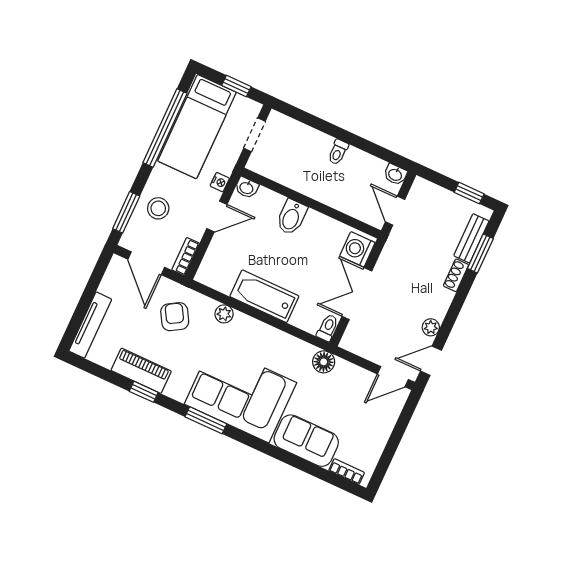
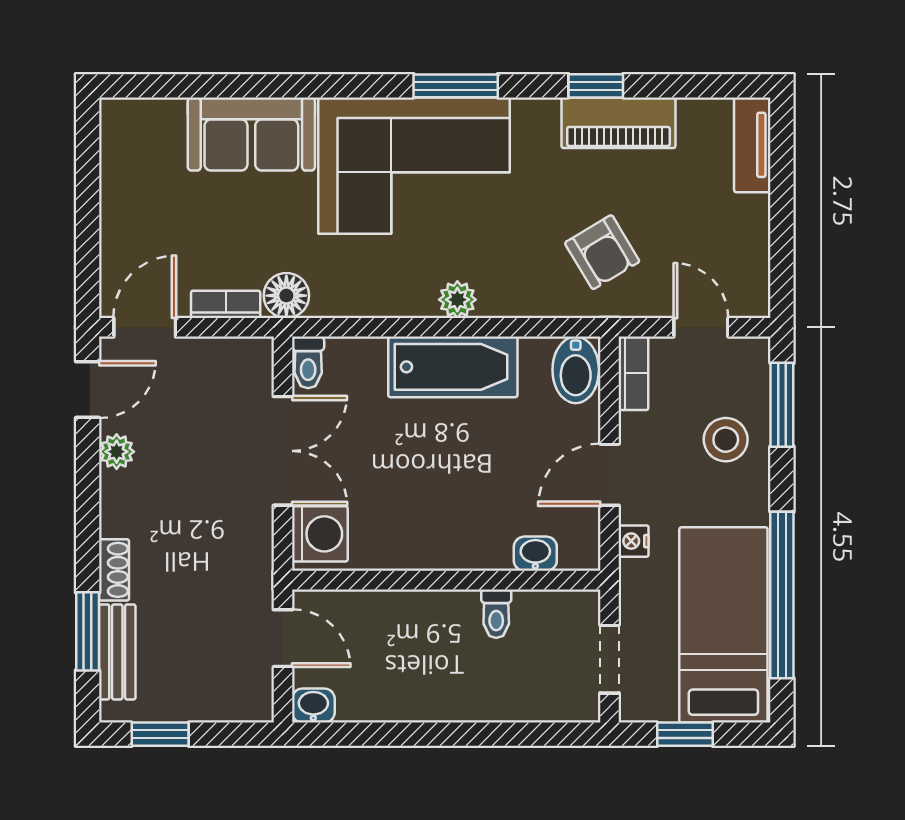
toilet: (338, 152) -> (496, 614), moved, turned 180
washbasin: (247, 188) -> (535, 554), moved
bidet: (292, 217) -> (576, 370), moved, turned 180
door: (146, 263) -> (701, 327), width x0.73
plant: (224, 314) -> (457, 300), moved
tv unit: (90, 325) -> (752, 145), width x0.71
bookcase: (347, 471) -> (226, 304), moved, turned 180

